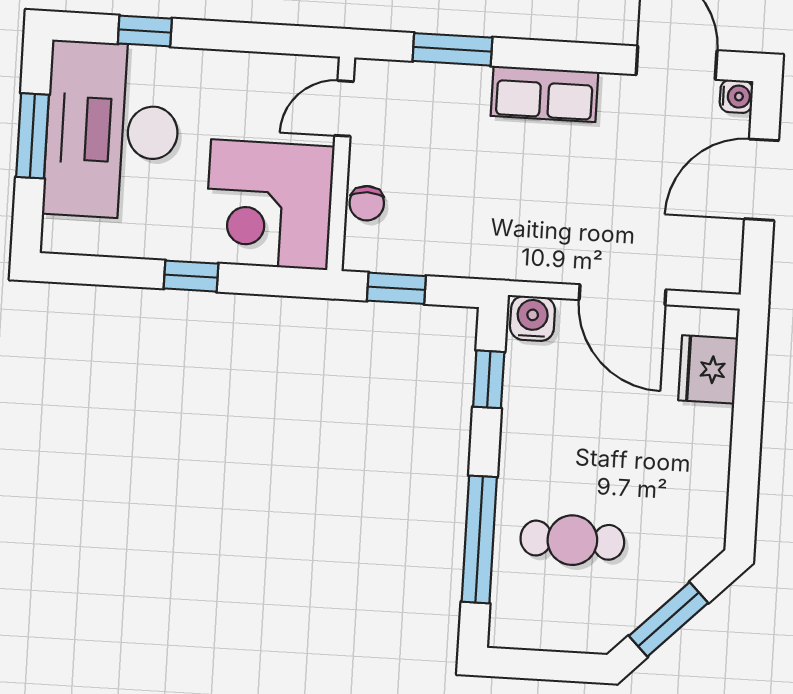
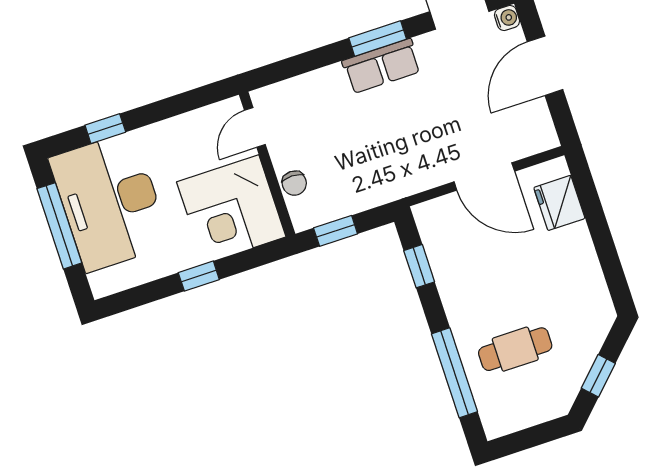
window: (452, 49) -> (378, 39), moved
window: (32, 136) -> (59, 226), width x1.44
water cooler: (532, 318) -> (432, 215), removed
window: (668, 619) -> (598, 376), width x0.67

